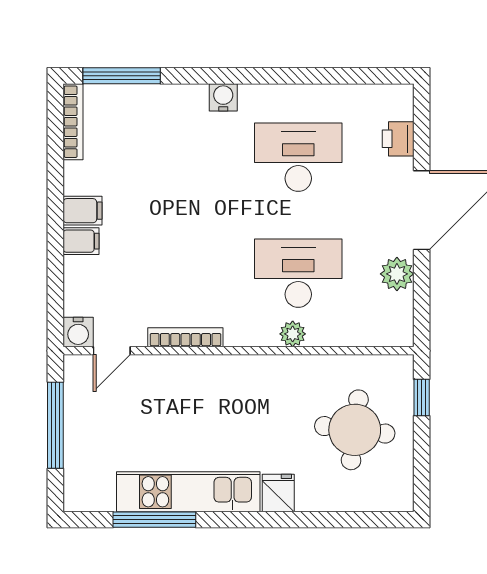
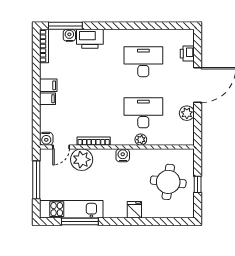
water cooler: (223, 97) -> (69, 35), moved
printer: (177, 105) -> (90, 39), added
water cooler: (251, 370) -> (123, 155), added
plant: (158, 379) -> (82, 160), added
window: (422, 397) -> (198, 184), moved
kitchen unit: (188, 492) -> (71, 209), moved

